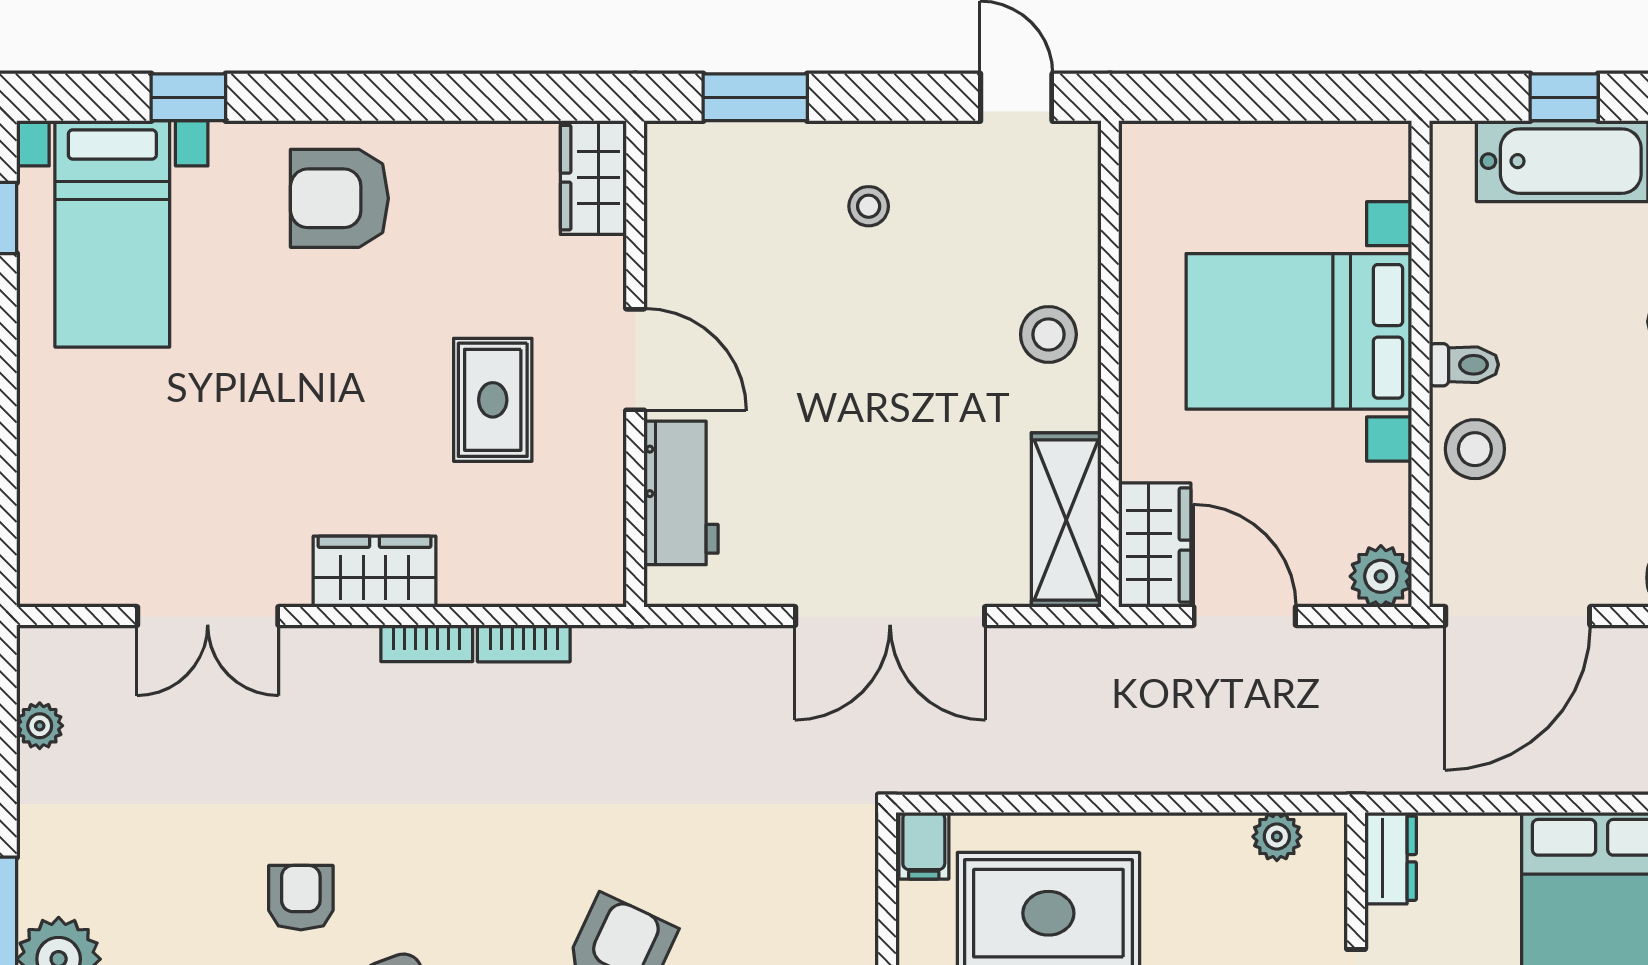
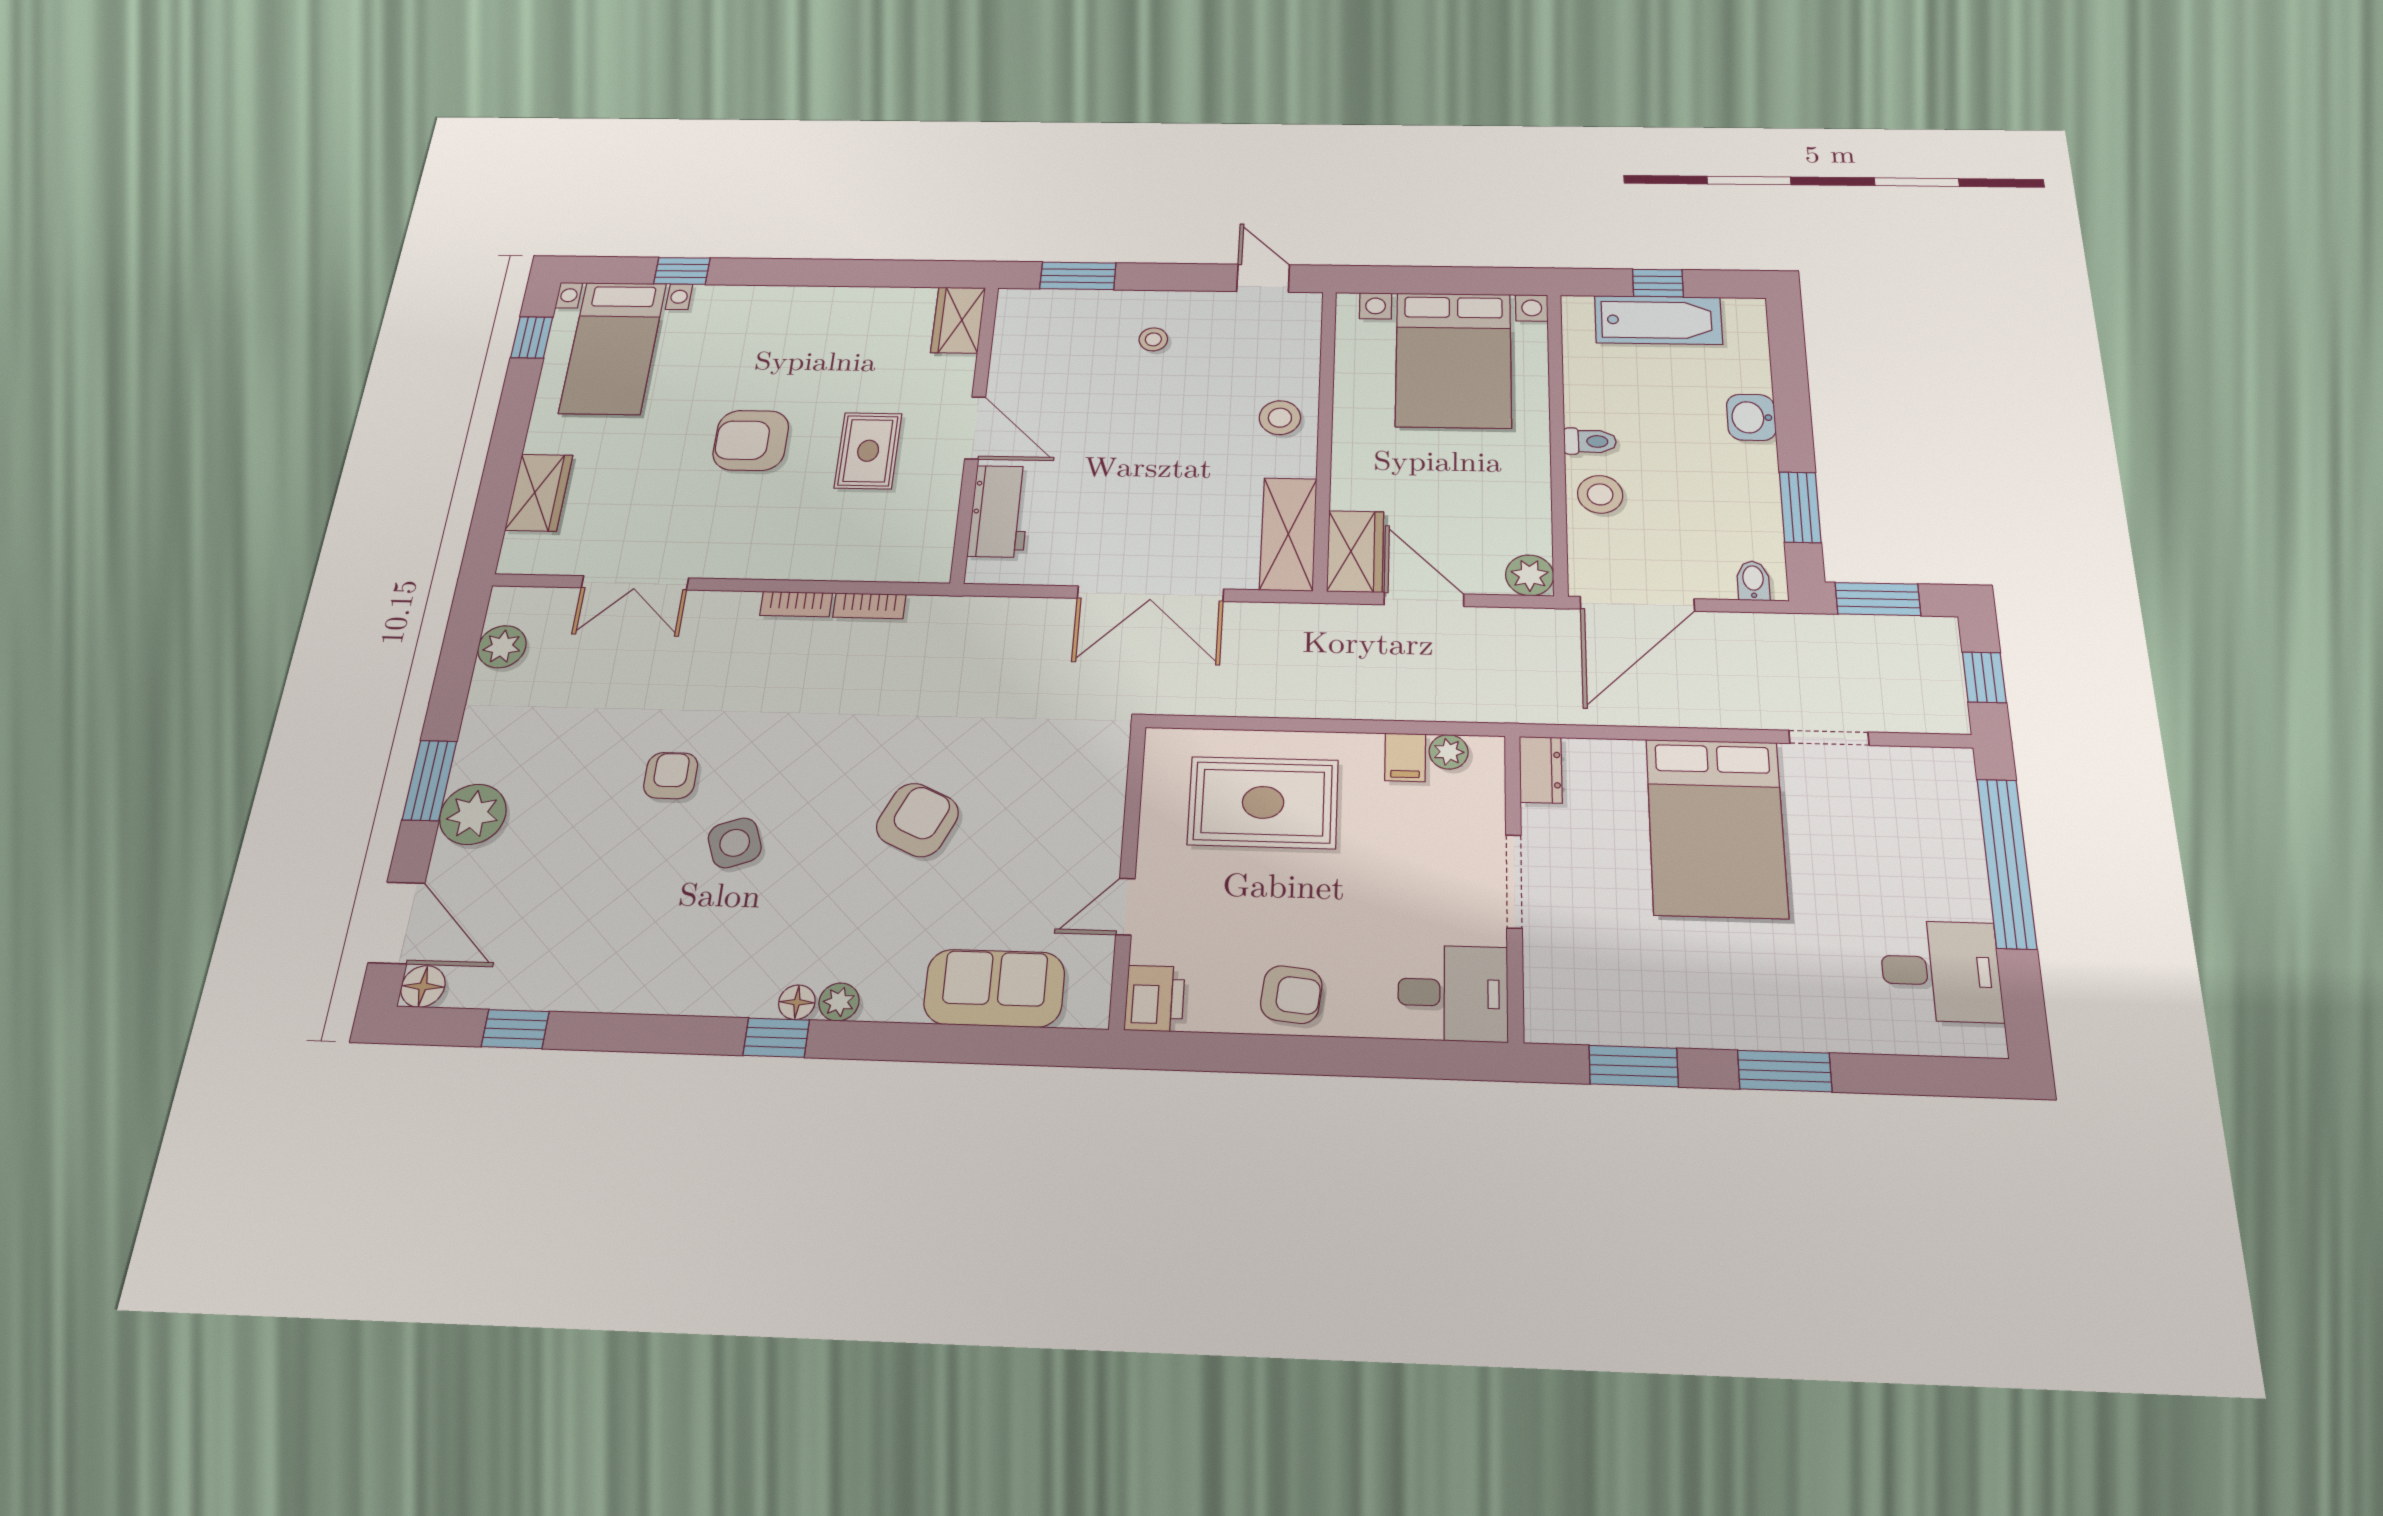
armchair: (339, 198) -> (751, 440), moved
bed with nightstands: (1299, 331) -> (1453, 360), moved, turned -90
wardrobe: (374, 572) -> (539, 493), moved, turned 90
plant: (40, 726) -> (502, 647), width x1.38, depth x1.38
filing cabinet: (924, 846) -> (1405, 757), moved

